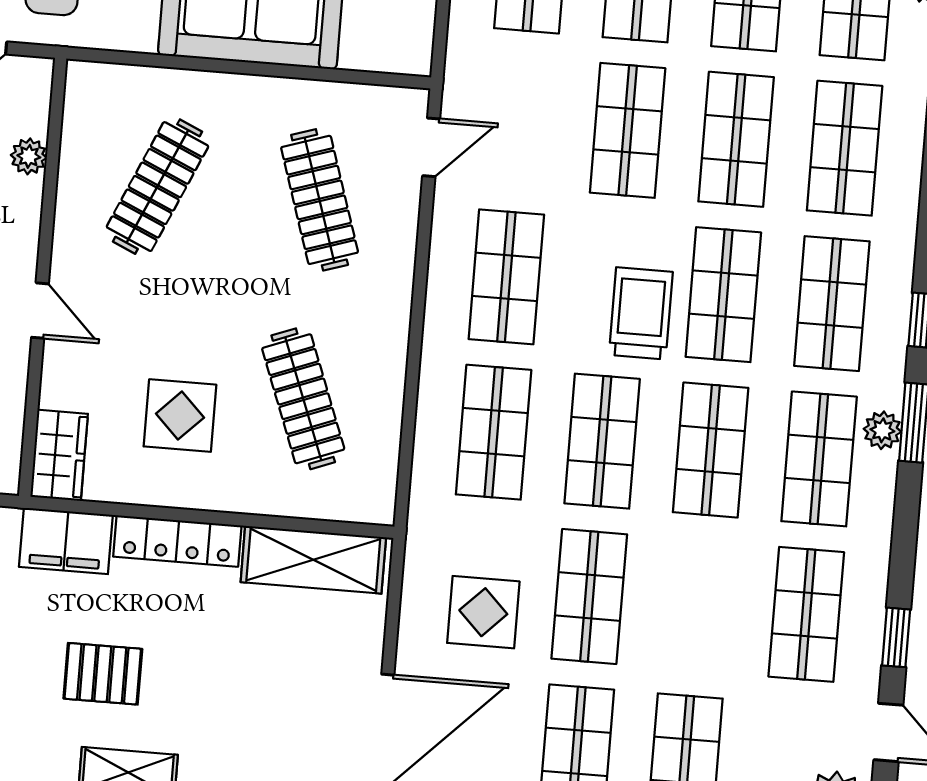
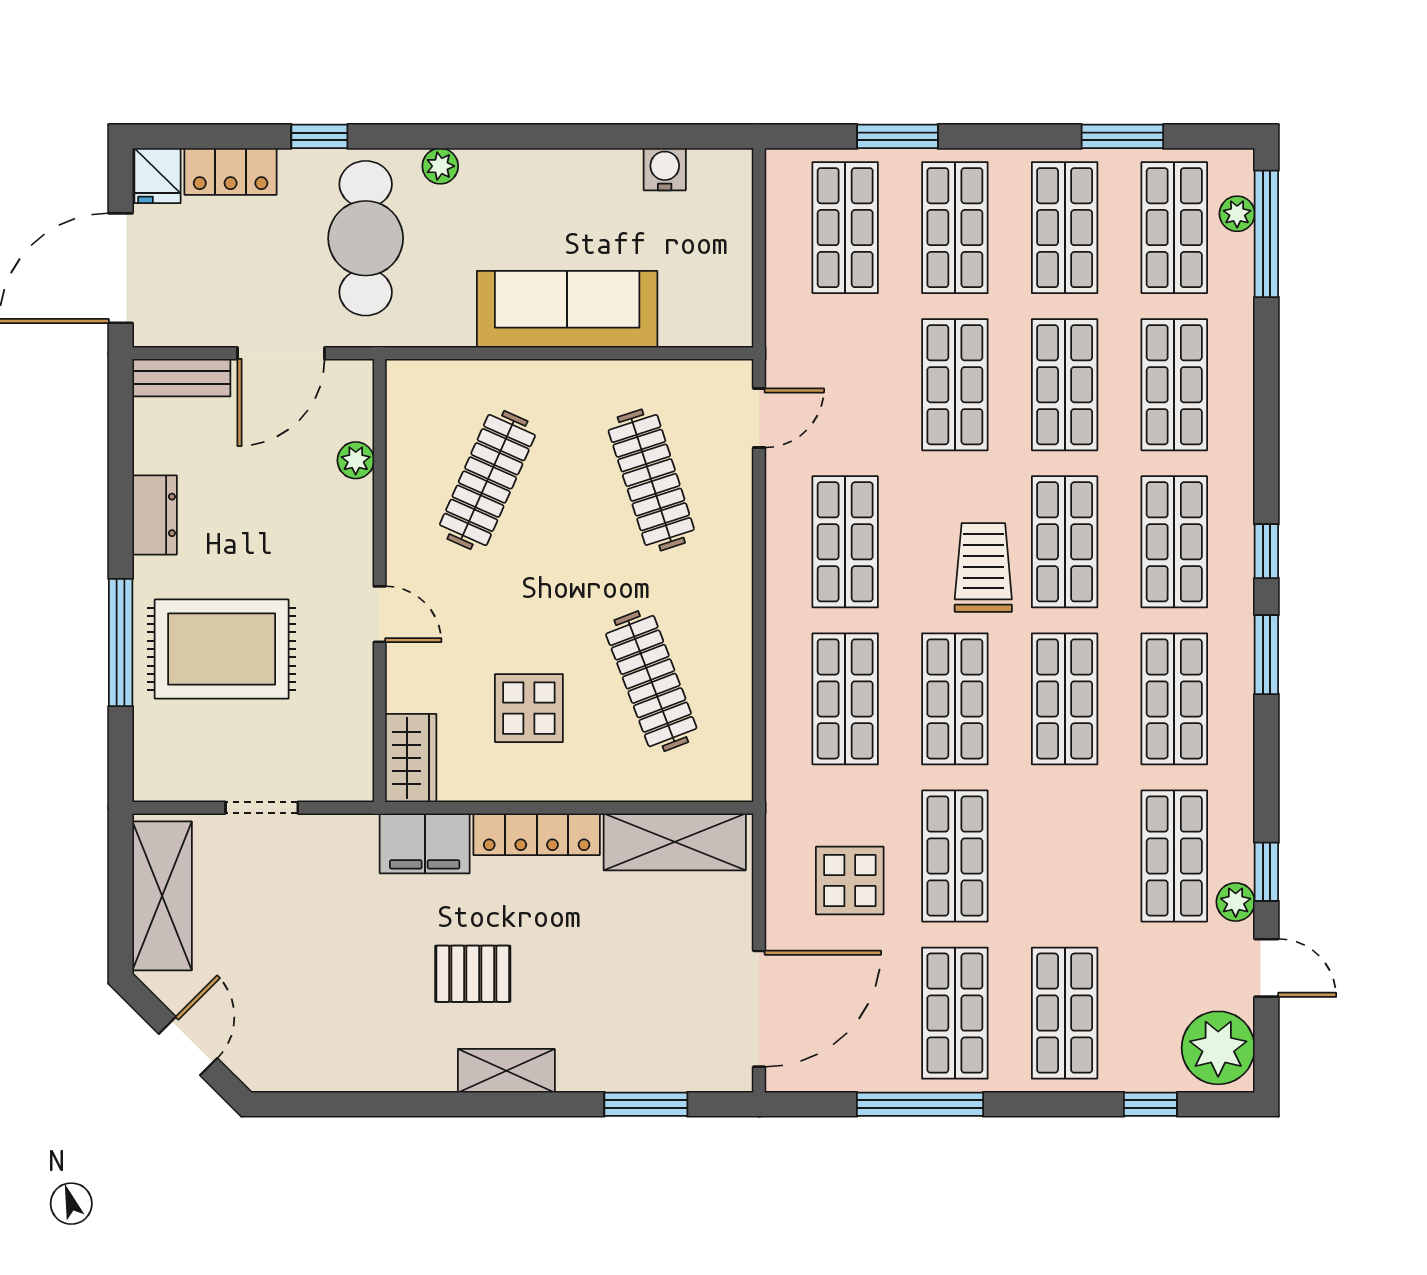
plant: (882, 430) -> (1236, 902), moved

